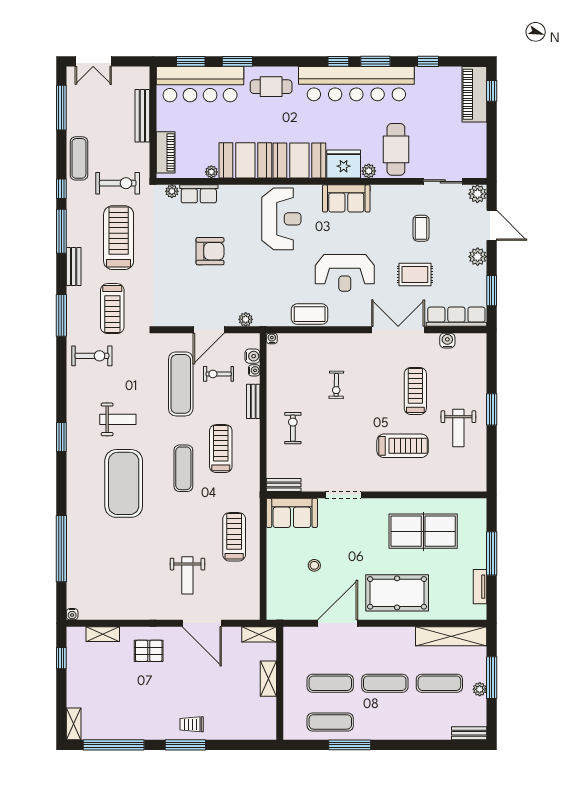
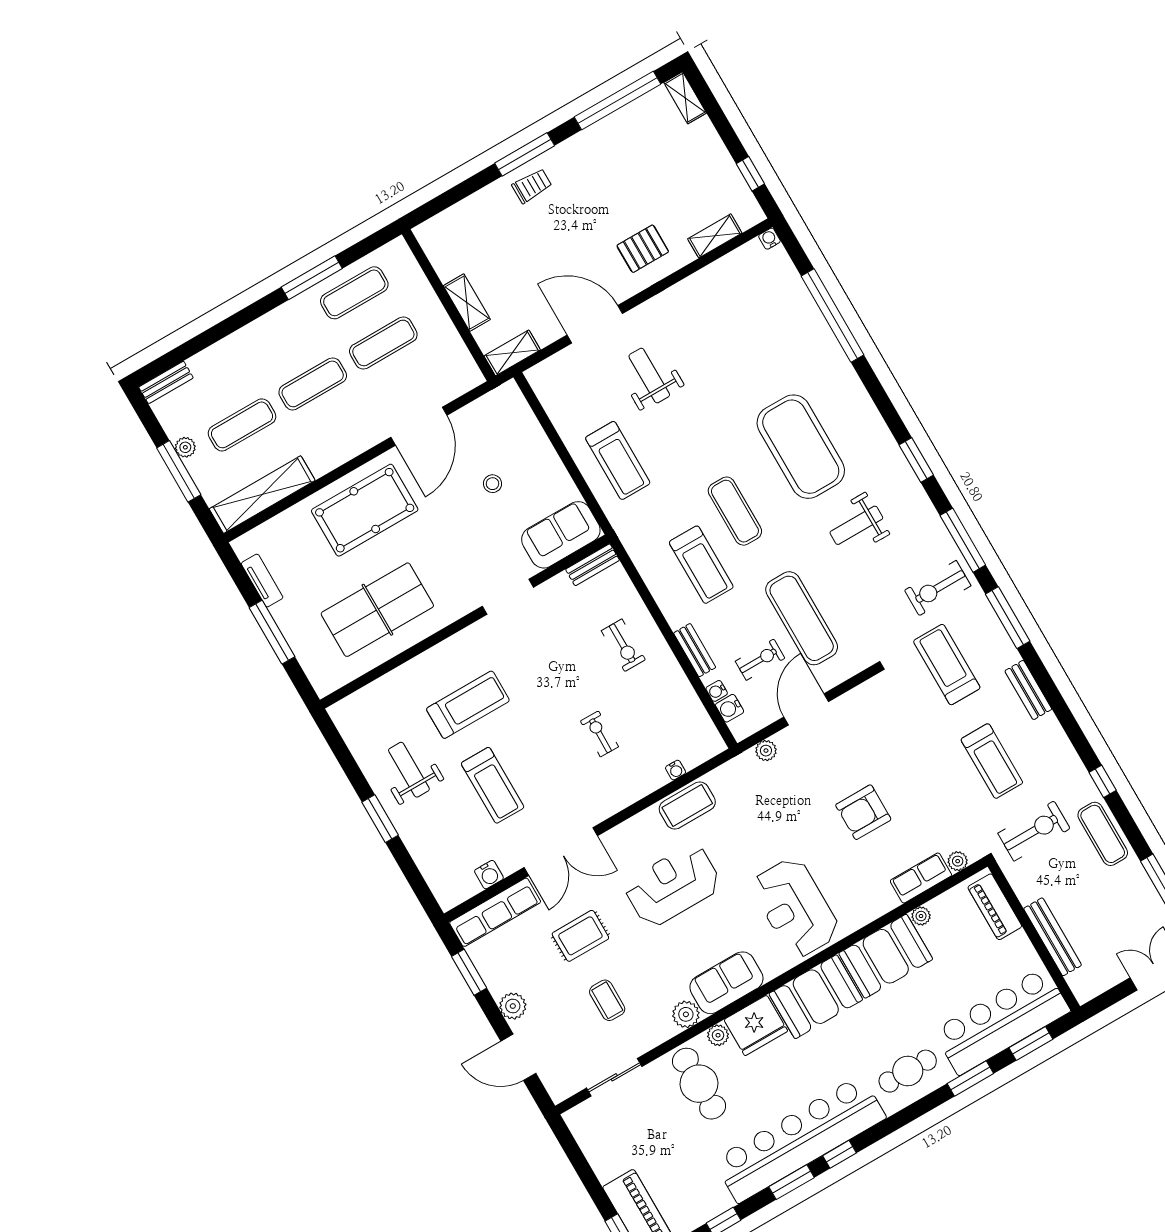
exercise bike: (118, 183) -> (1034, 831), turned 180
plant: (477, 194) -> (686, 1014), moved
window: (61, 231) -> (963, 540), moved
treadmill: (119, 238) -> (992, 761), width x0.73, depth x0.73
water cooler: (272, 338) -> (676, 770), moved
treadmill: (403, 446) -> (468, 705), turned 180

